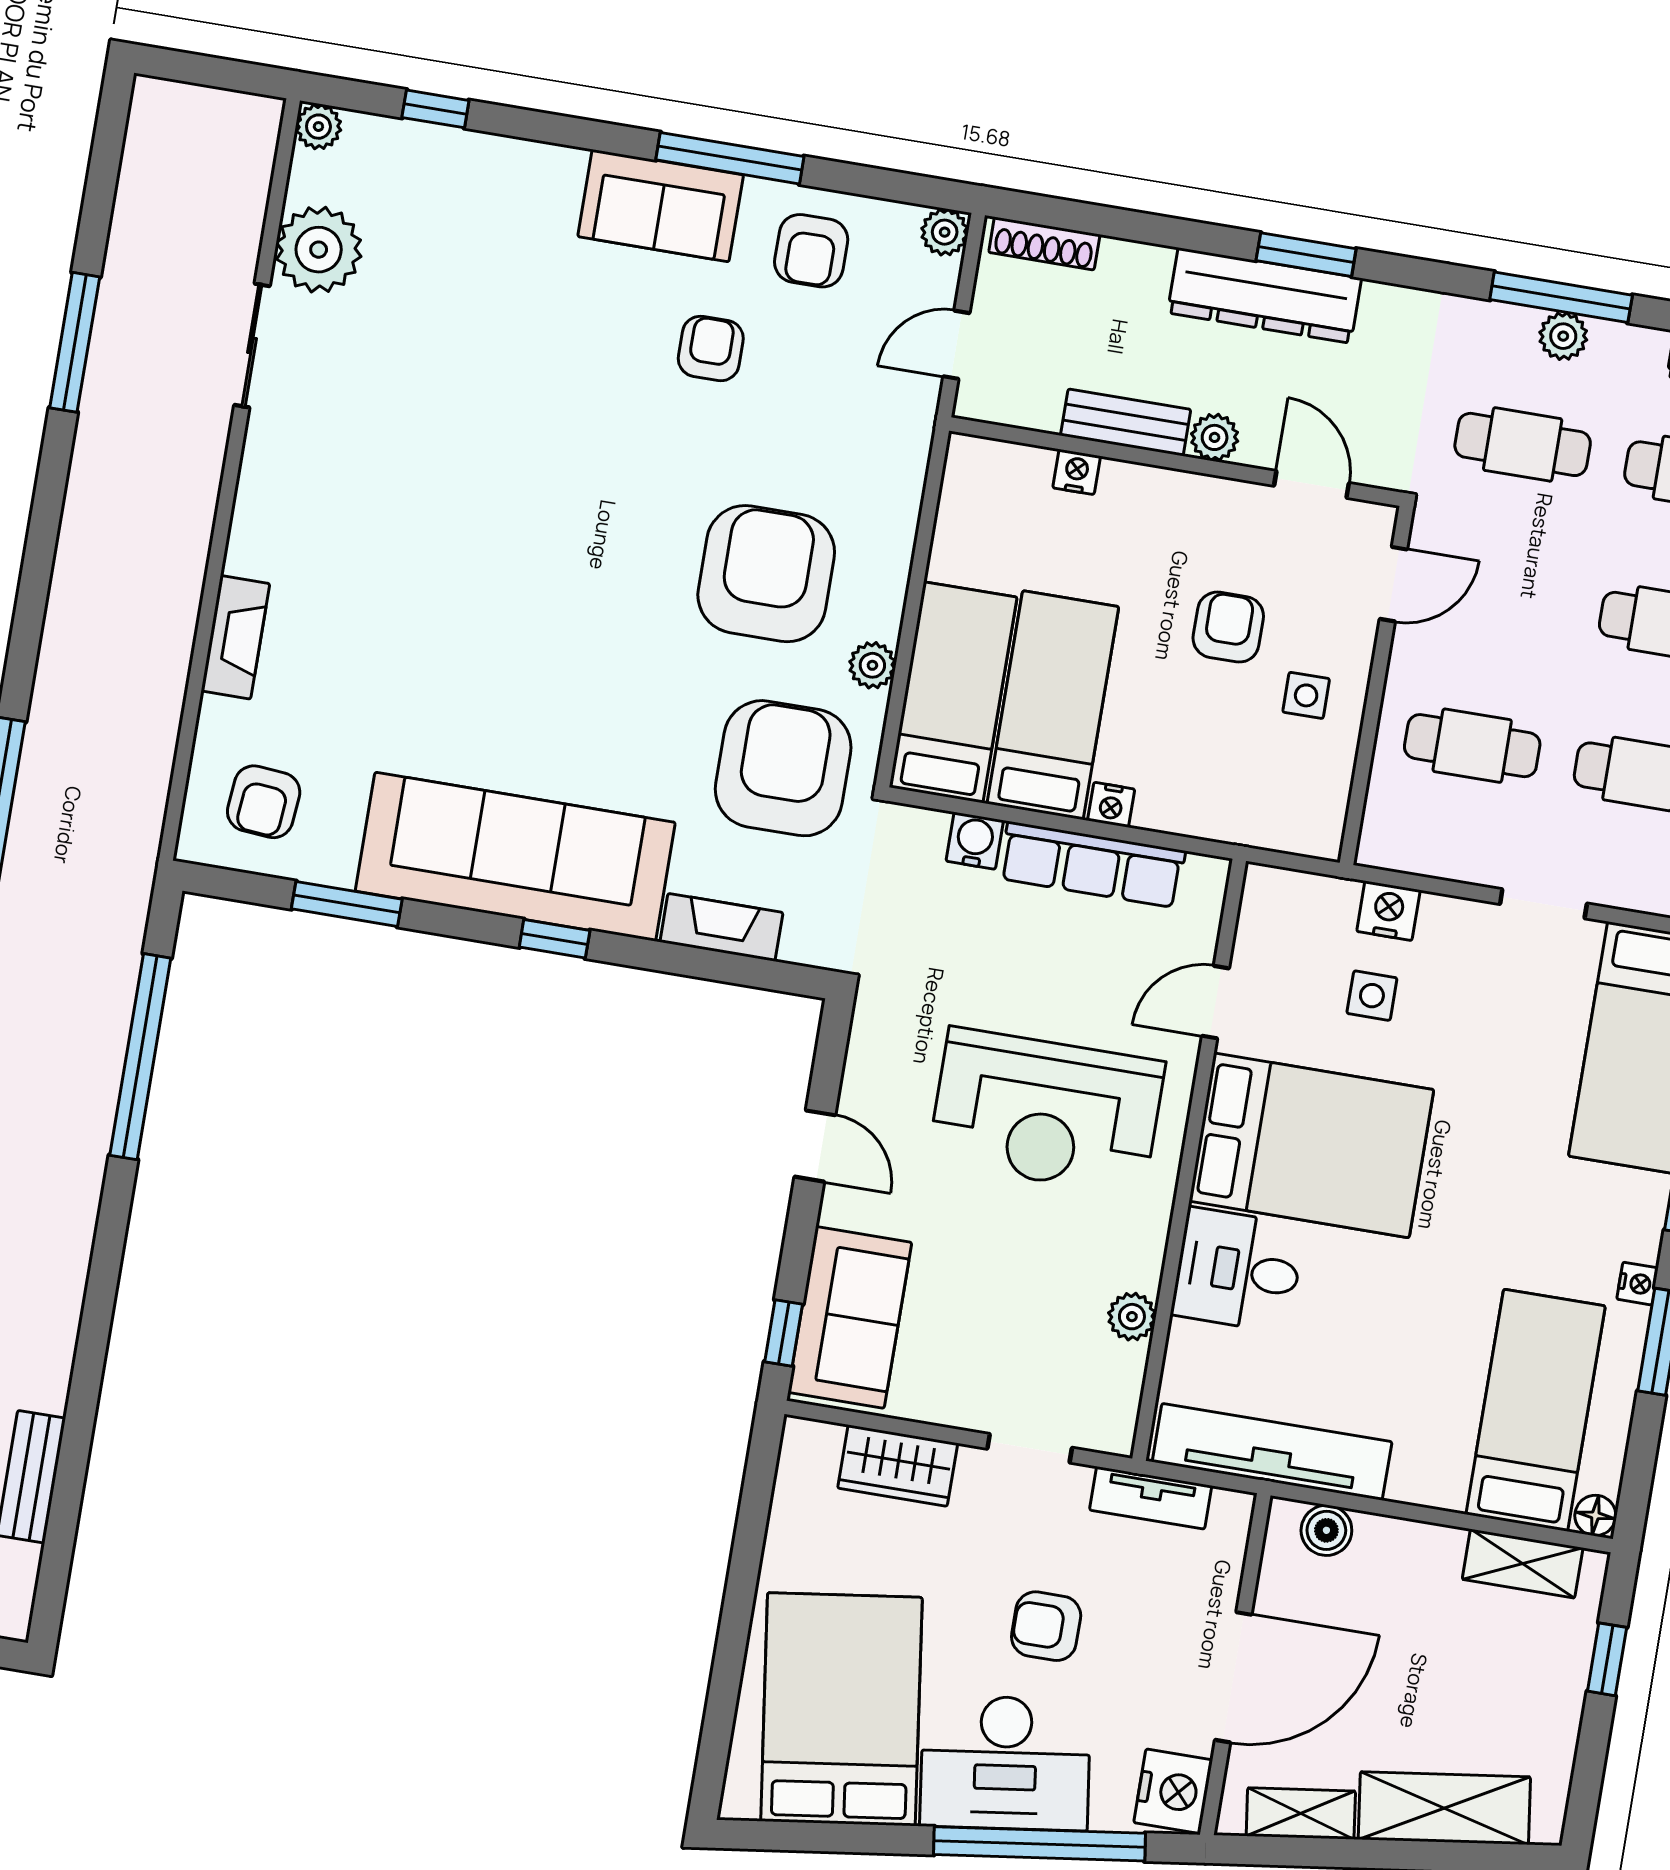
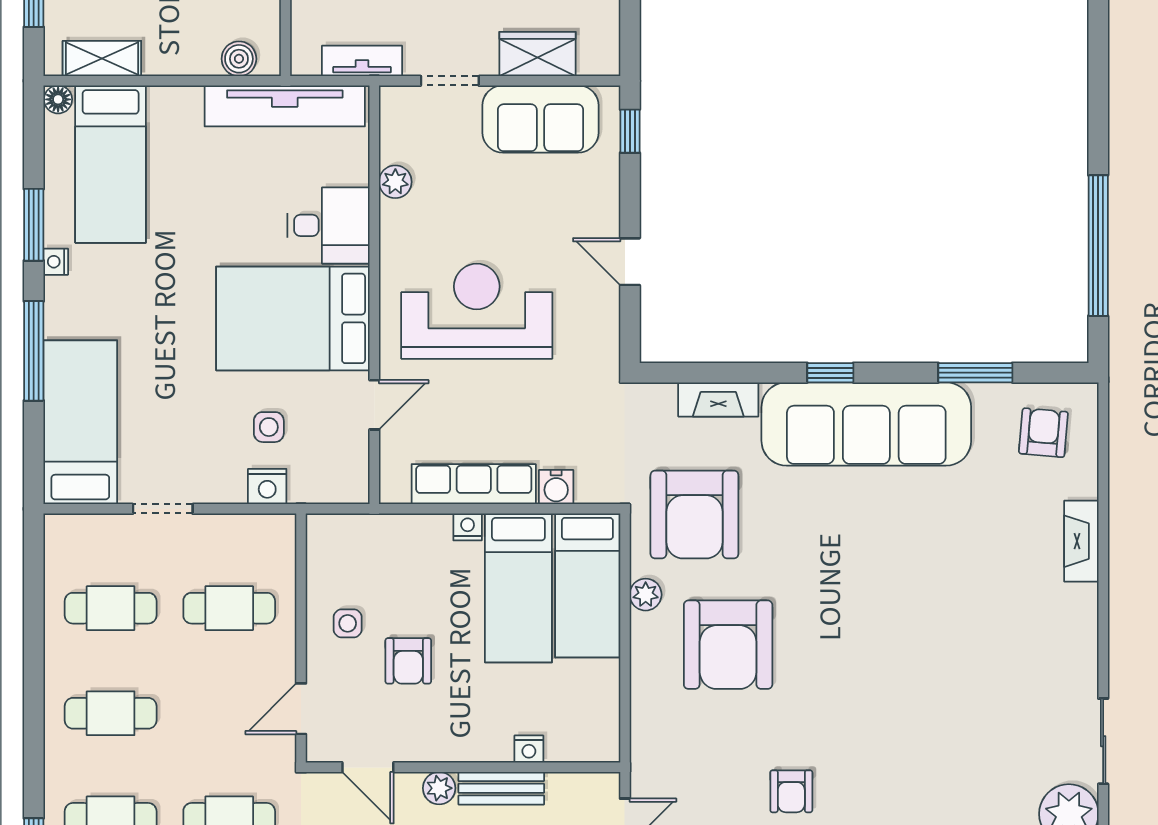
sofa: (850, 1317) -> (541, 119), moved, turned -90

